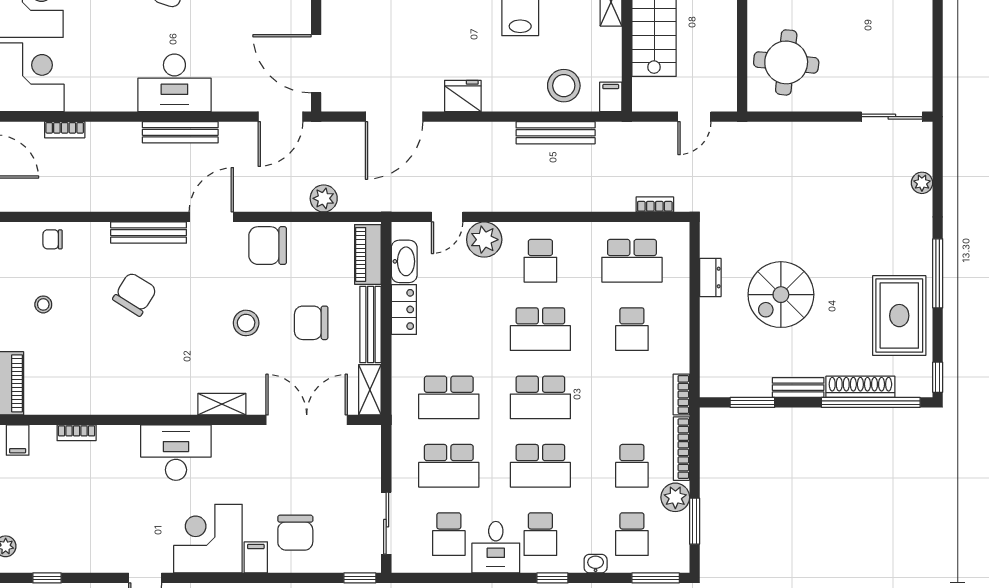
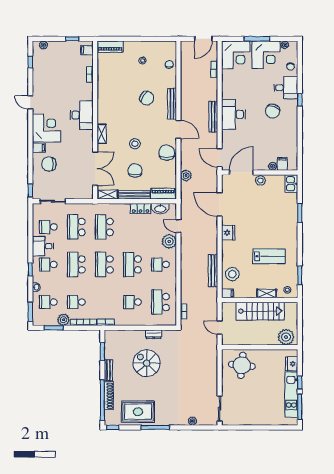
stool: (336, 17) -> (260, 180), added

